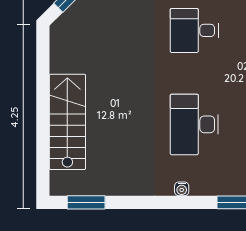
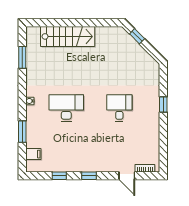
window: (86, 202) -> (22, 57), moved

